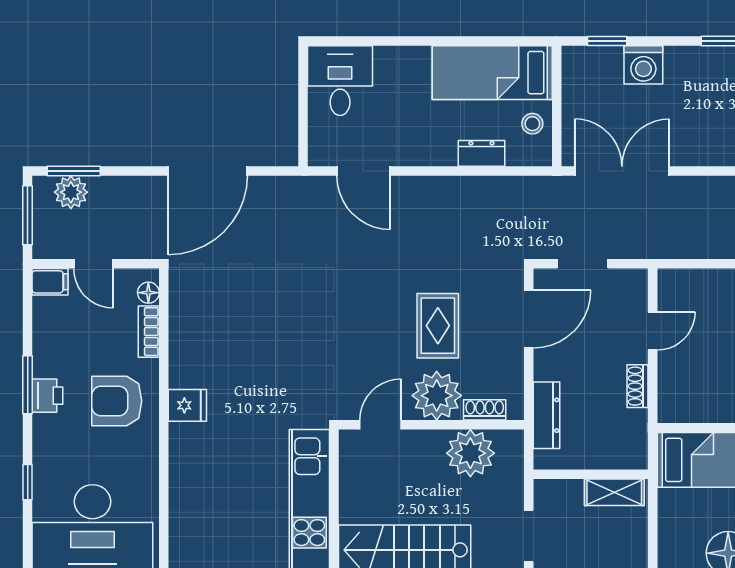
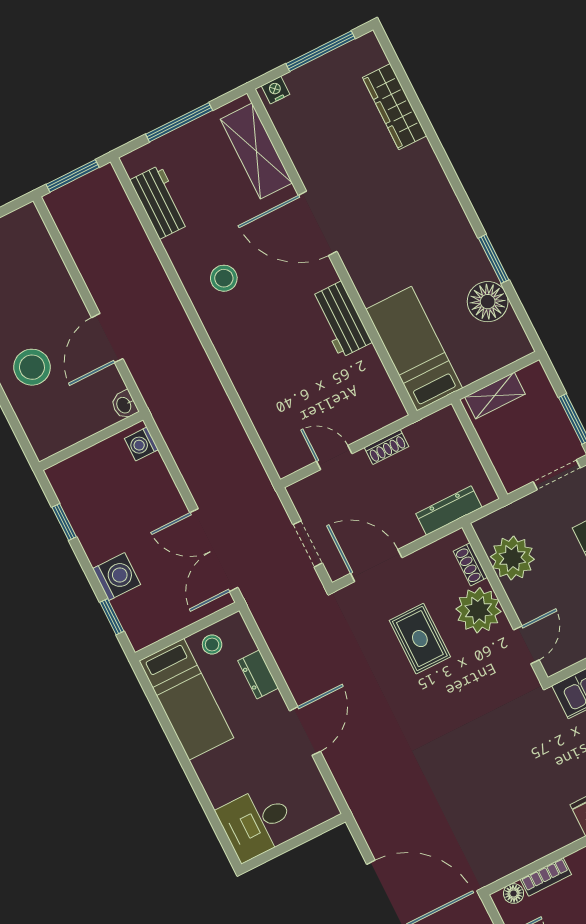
door: (364, 171) -> (305, 731), moved
rug: (438, 326) -> (420, 639), turned 90
door: (380, 425) -> (526, 645), swing flipped
shelving: (614, 492) -> (495, 396), moved, turned 90

